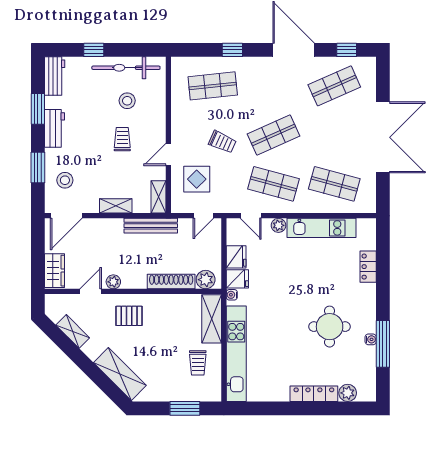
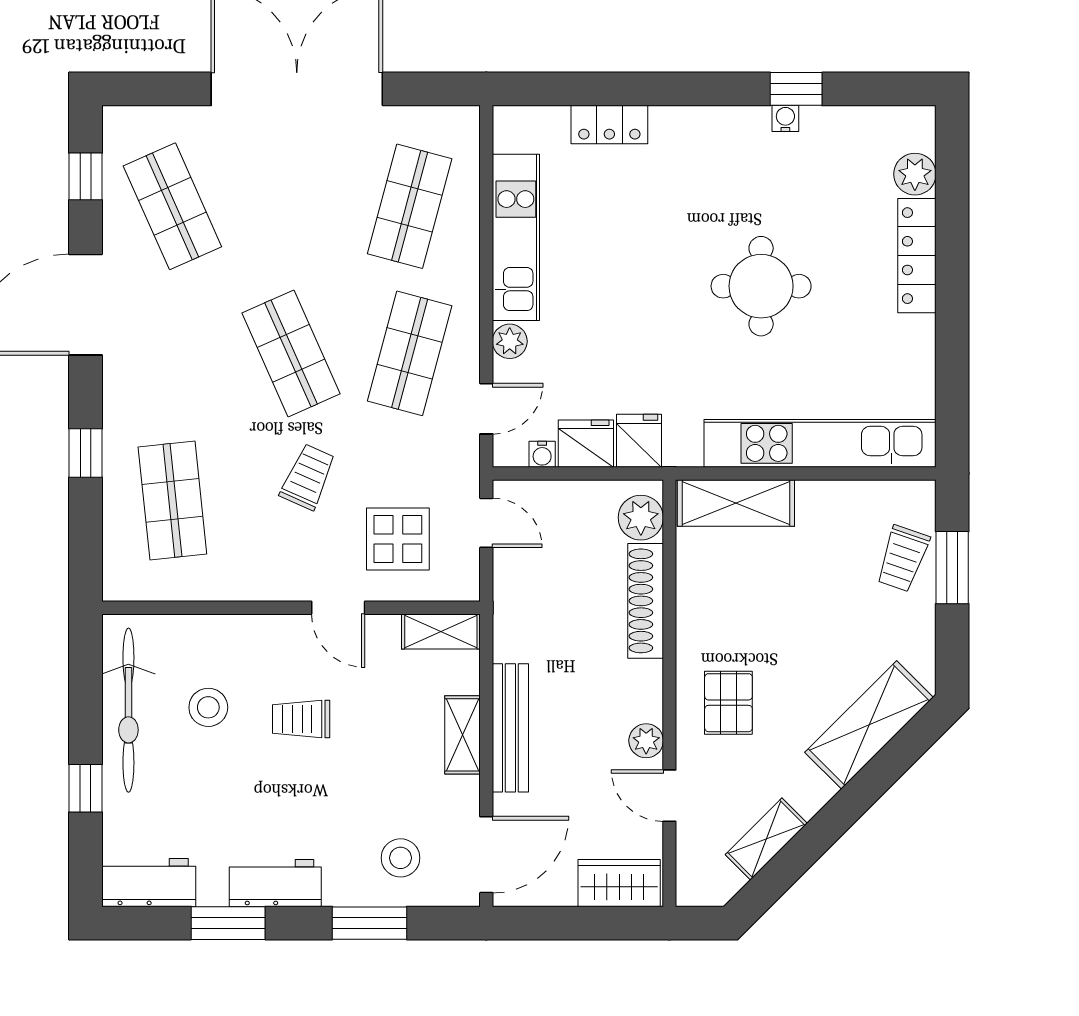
door: (66, 216) -> (486, 855), hinge flipped
bench: (151, 226) -> (510, 728), moved
water cooler: (232, 295) -> (542, 454), moved
round table: (330, 327) -> (761, 286), moved
window: (383, 344) -> (796, 89), width x0.46
trolley: (198, 363) -> (903, 558), moved, turned 109

